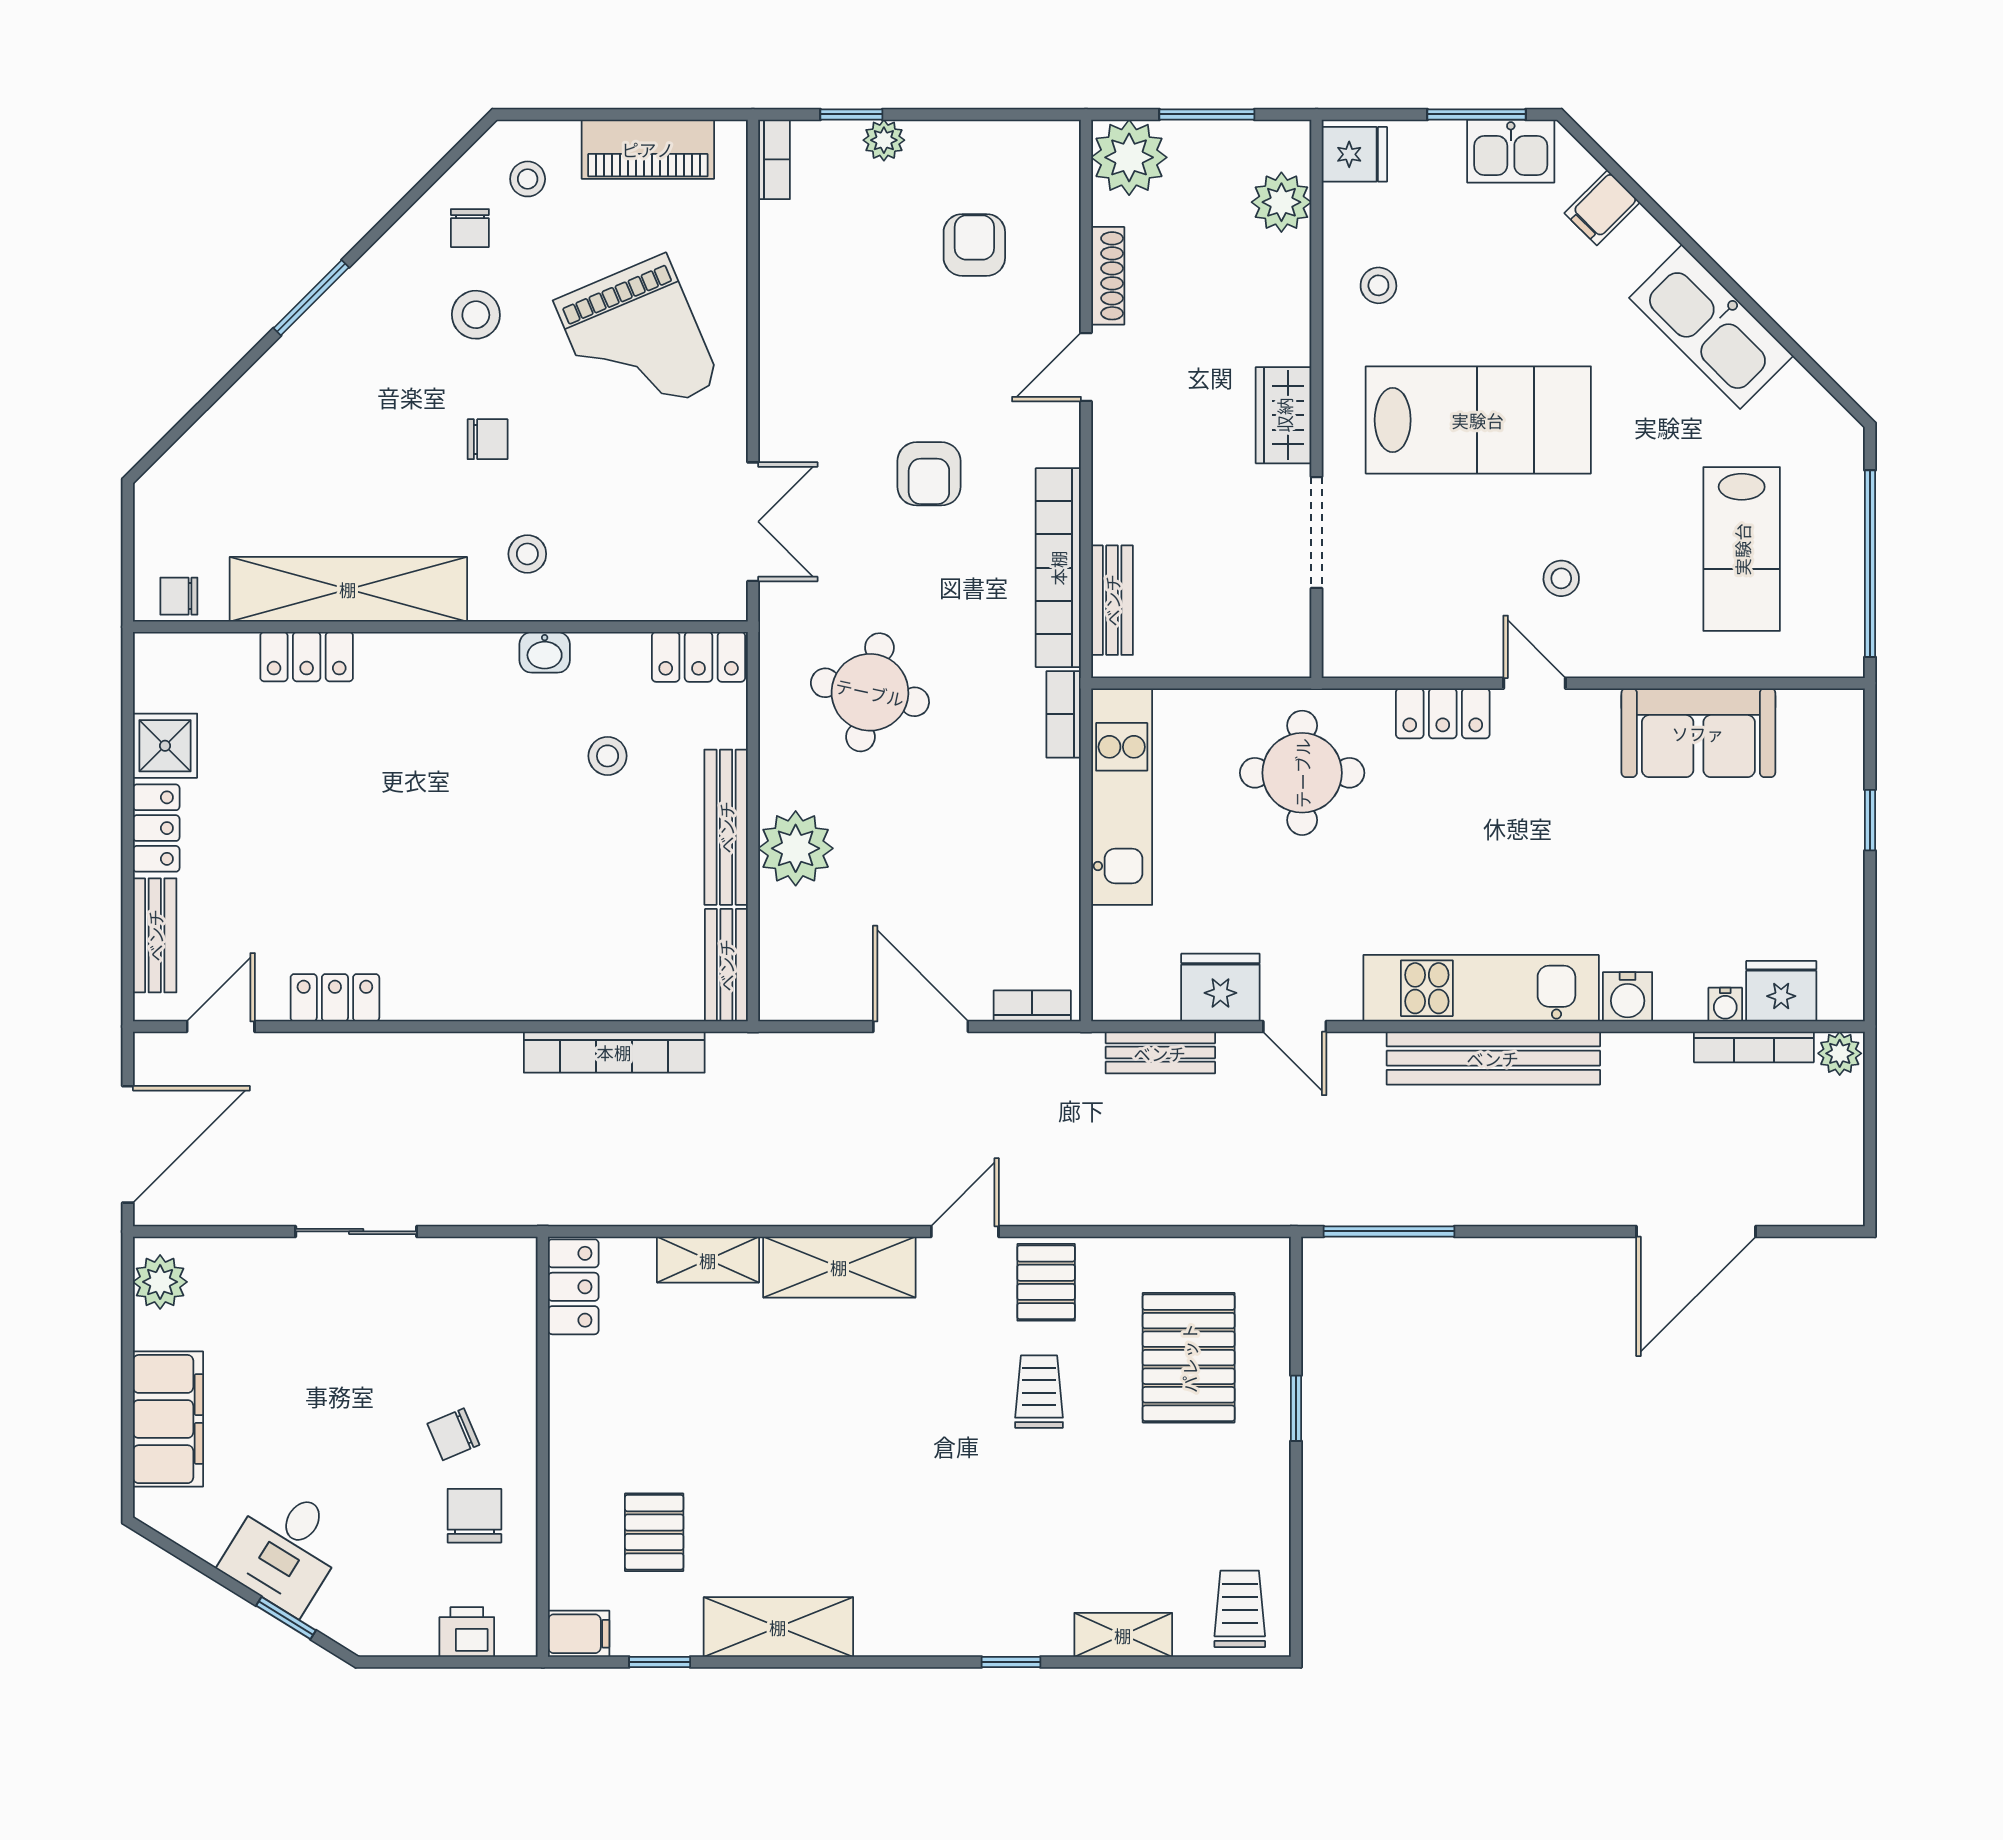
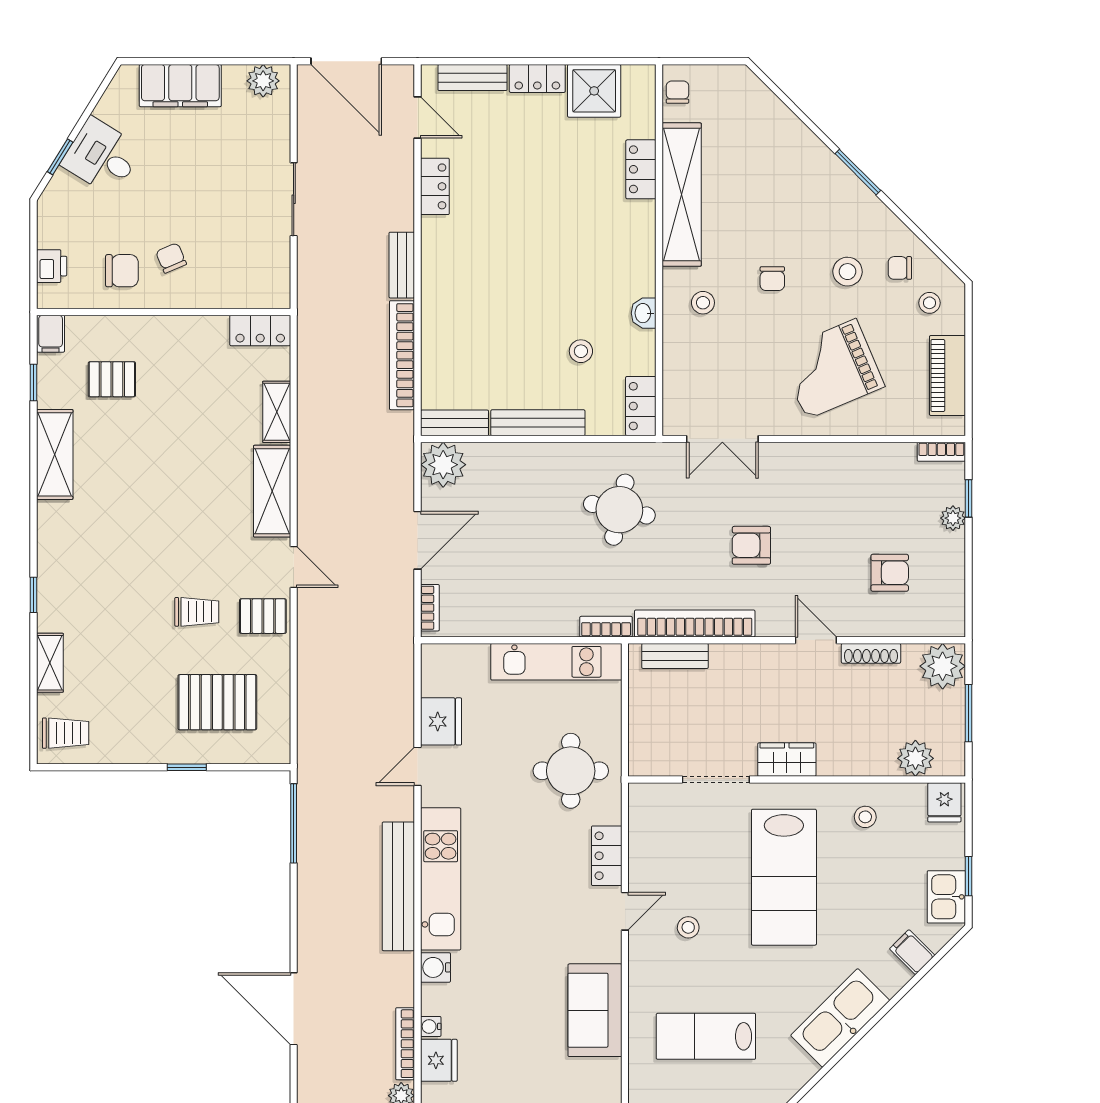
window: (1477, 114) -> (969, 876), width x0.67
shower: (165, 746) -> (594, 91), width x1.36, depth x1.36
plant: (796, 848) -> (443, 465), moved
bench: (1160, 1053) -> (402, 265), moved

